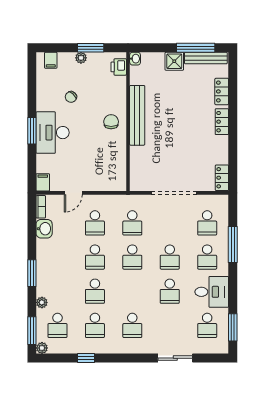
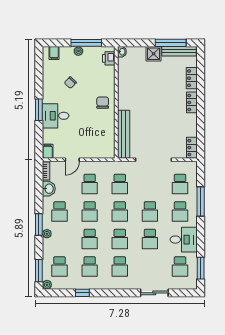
window: (91, 48) -> (86, 43), width x1.44
bench: (137, 115) -> (124, 134), moved
desk: (53, 133) -> (56, 116), width x0.73
school desk: (57, 257) -> (59, 212), added
school desk: (132, 291) -> (120, 239), added
plant: (42, 302) -> (47, 234), moved

